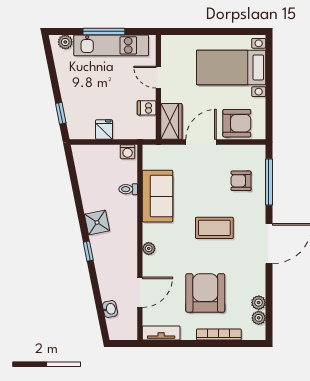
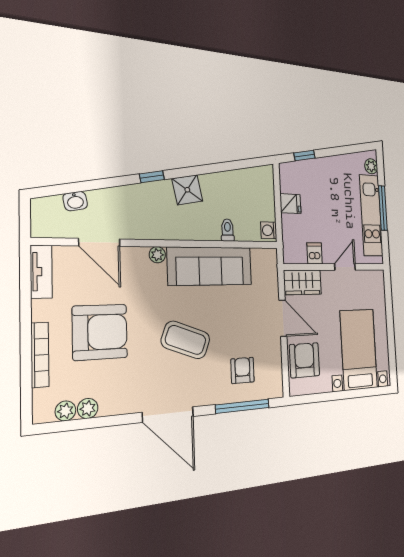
armchair: (237, 123) -> (304, 360), turned 180
sofa: (157, 196) -> (210, 266), width x1.36
coffee table: (214, 228) -> (186, 340), turned -69

